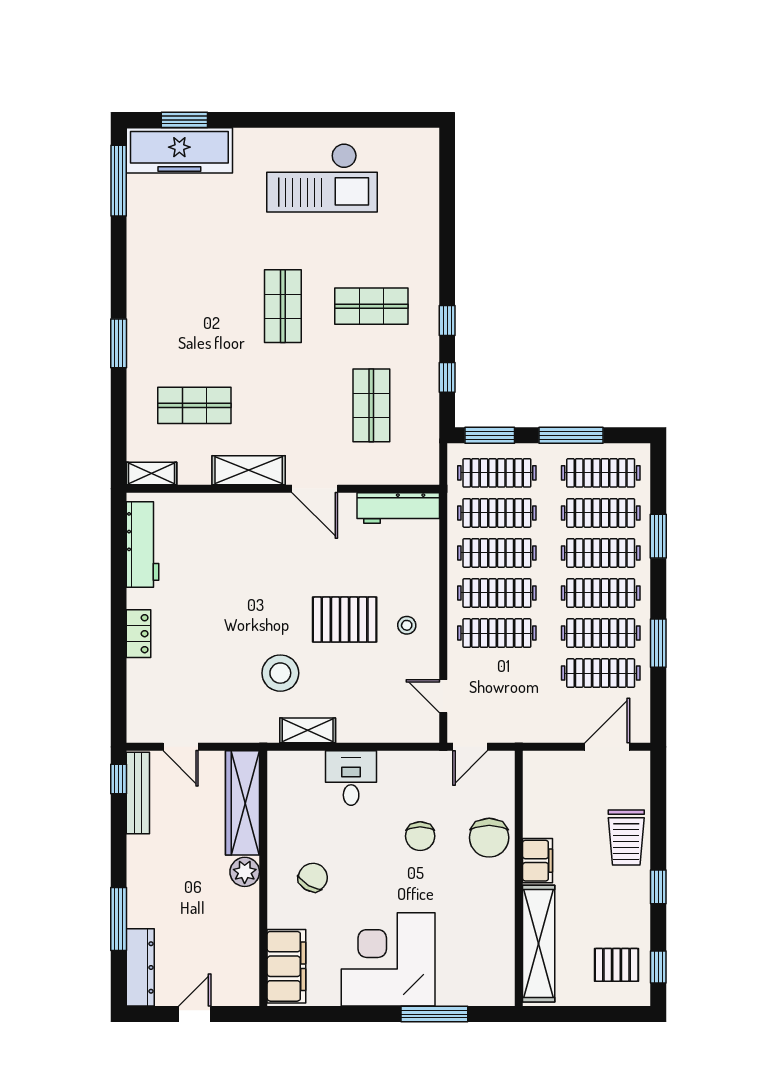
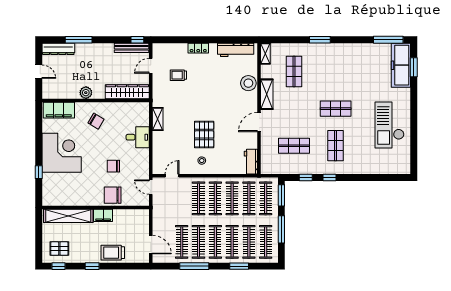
workbench: (398, 508) -> (251, 162), width x0.73
window: (658, 643) -> (194, 266), width x1.44
stool: (280, 673) -> (248, 83), moved
trolley: (203, 681) -> (178, 75), added
plant: (245, 872) -> (86, 93), moved
pallet: (617, 965) -> (59, 249), turned 90
window: (434, 1014) -> (39, 172), width x0.46

